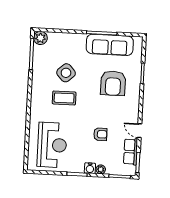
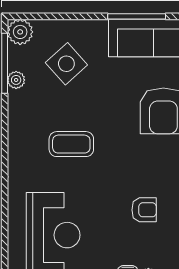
plant: (37, 63) -> (16, 80), added
side table: (66, 73) -> (66, 64), moved

